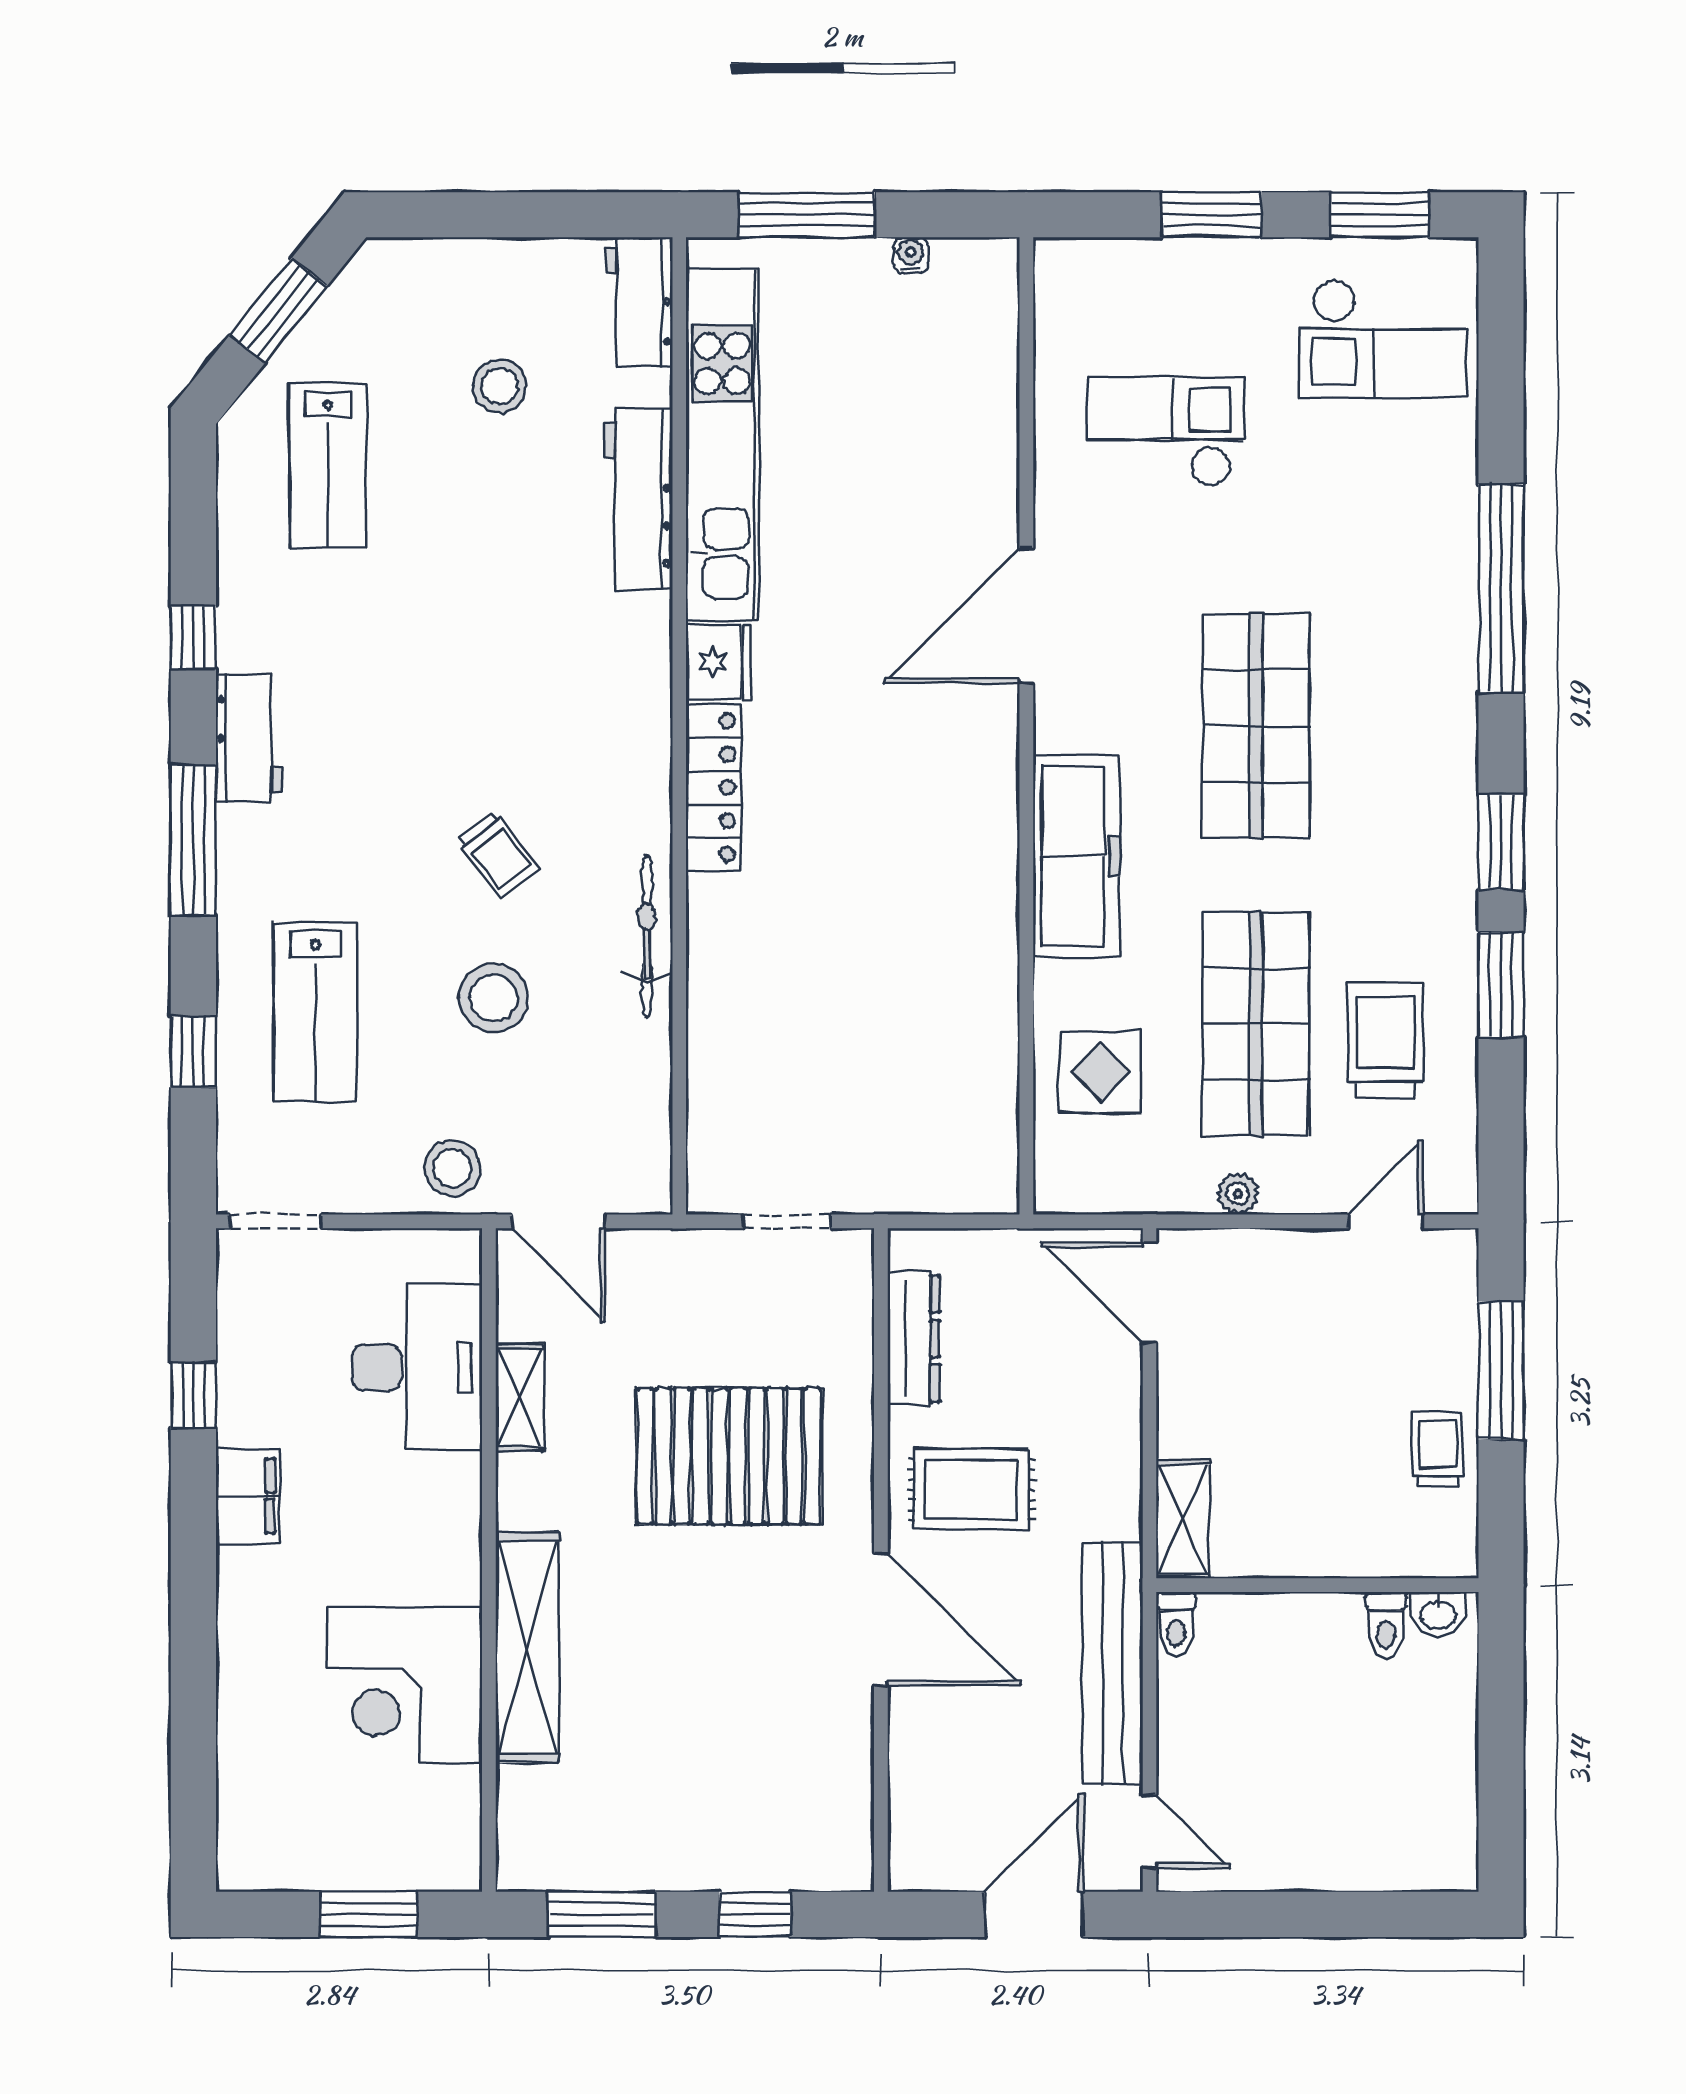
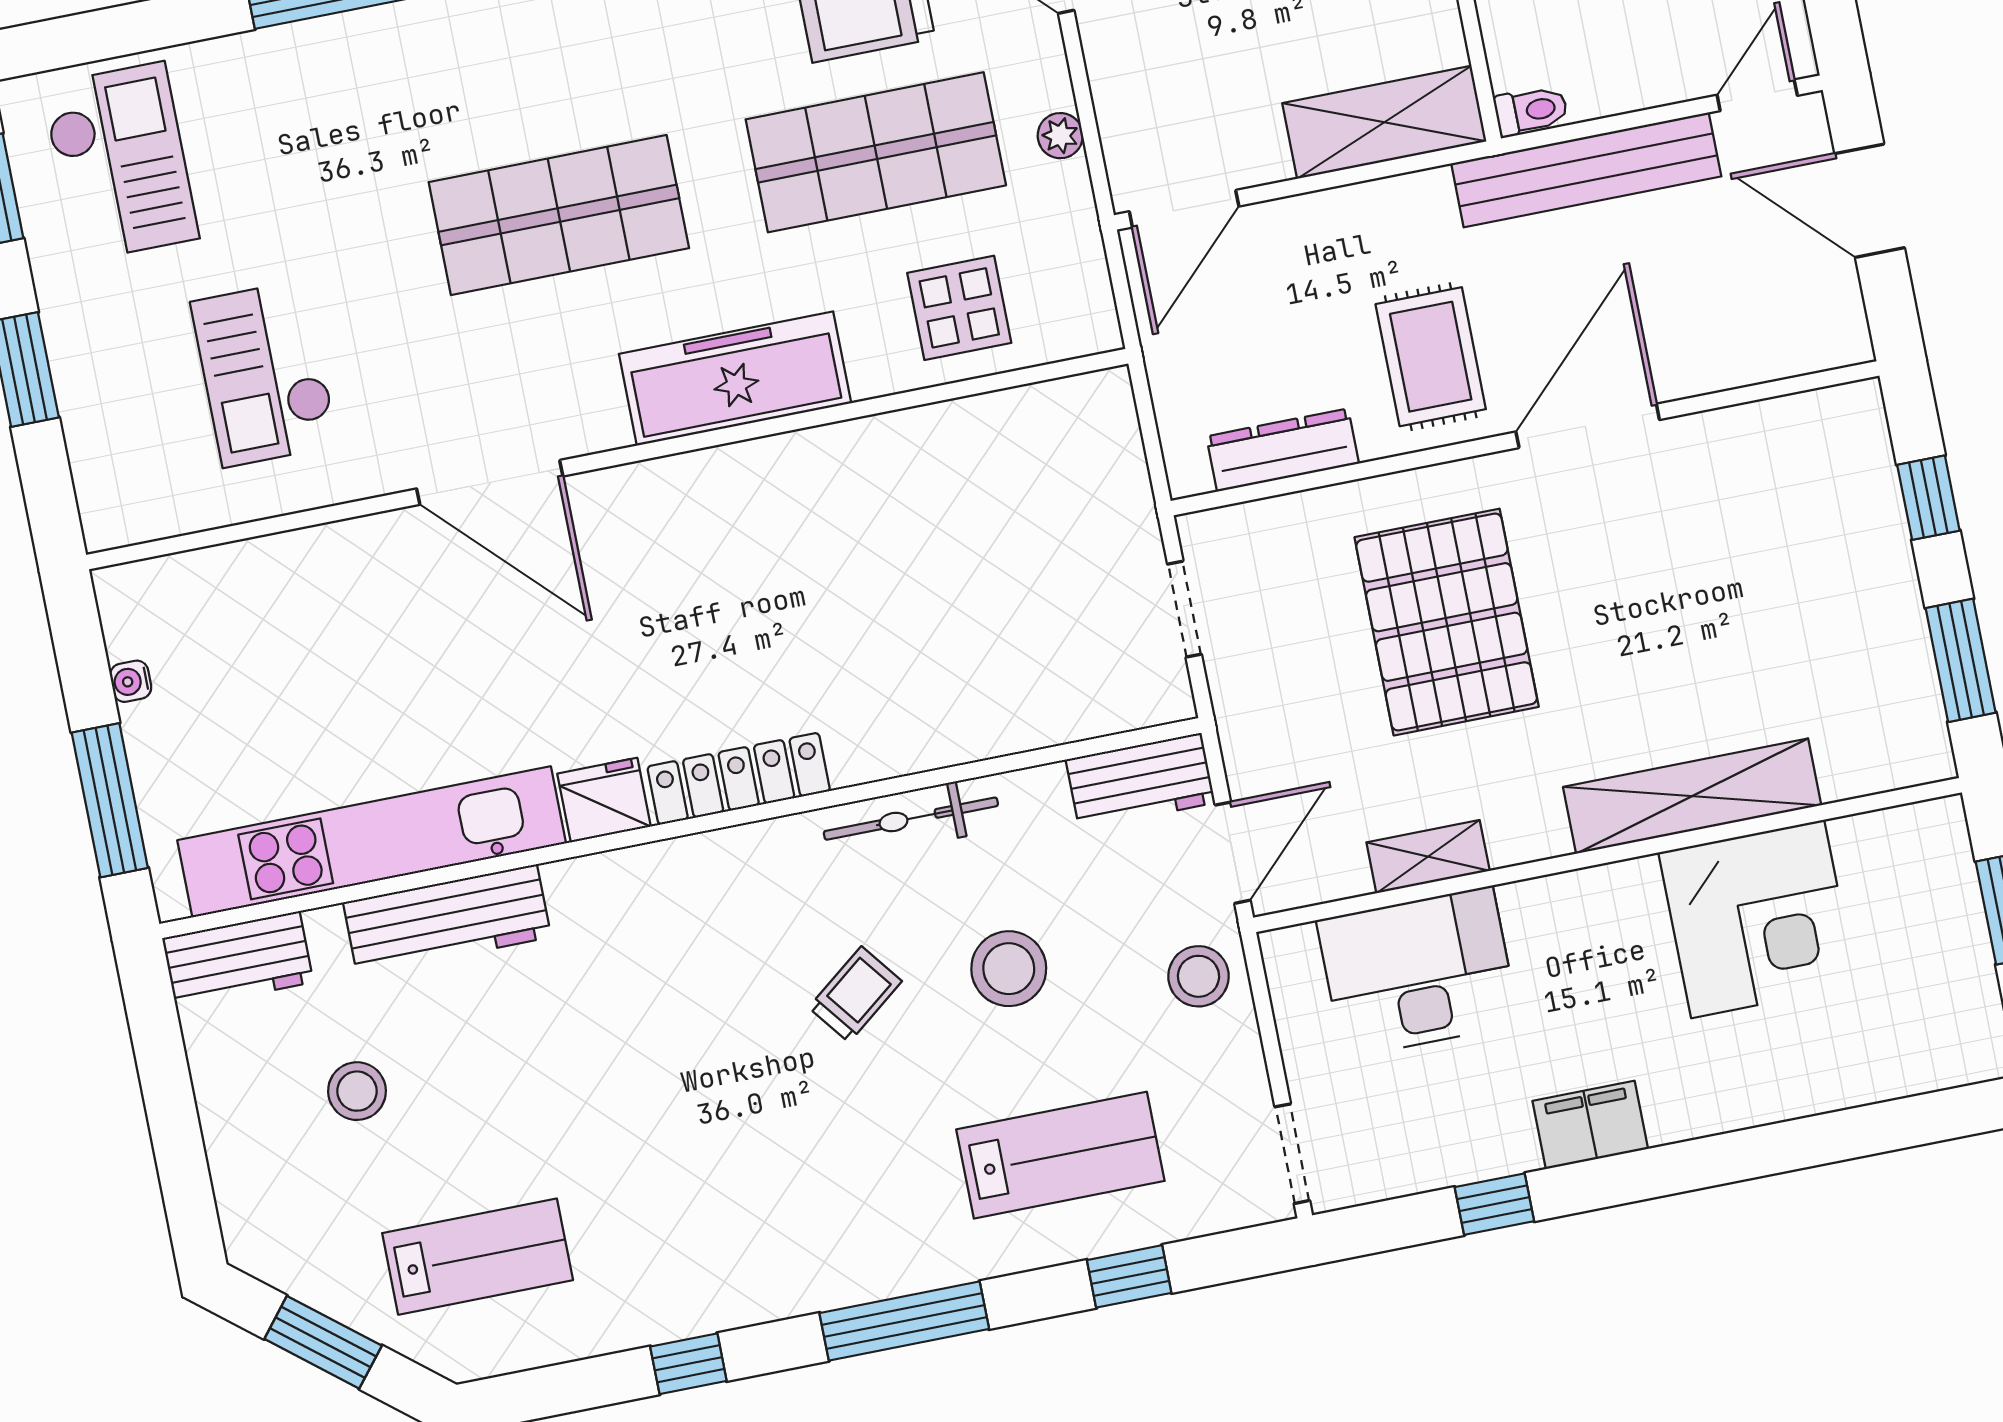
workbench: (249, 738) -> (1140, 781), moved, turned 180
shelving: (1183, 1519) -> (1384, 122), width x1.50, depth x1.33

